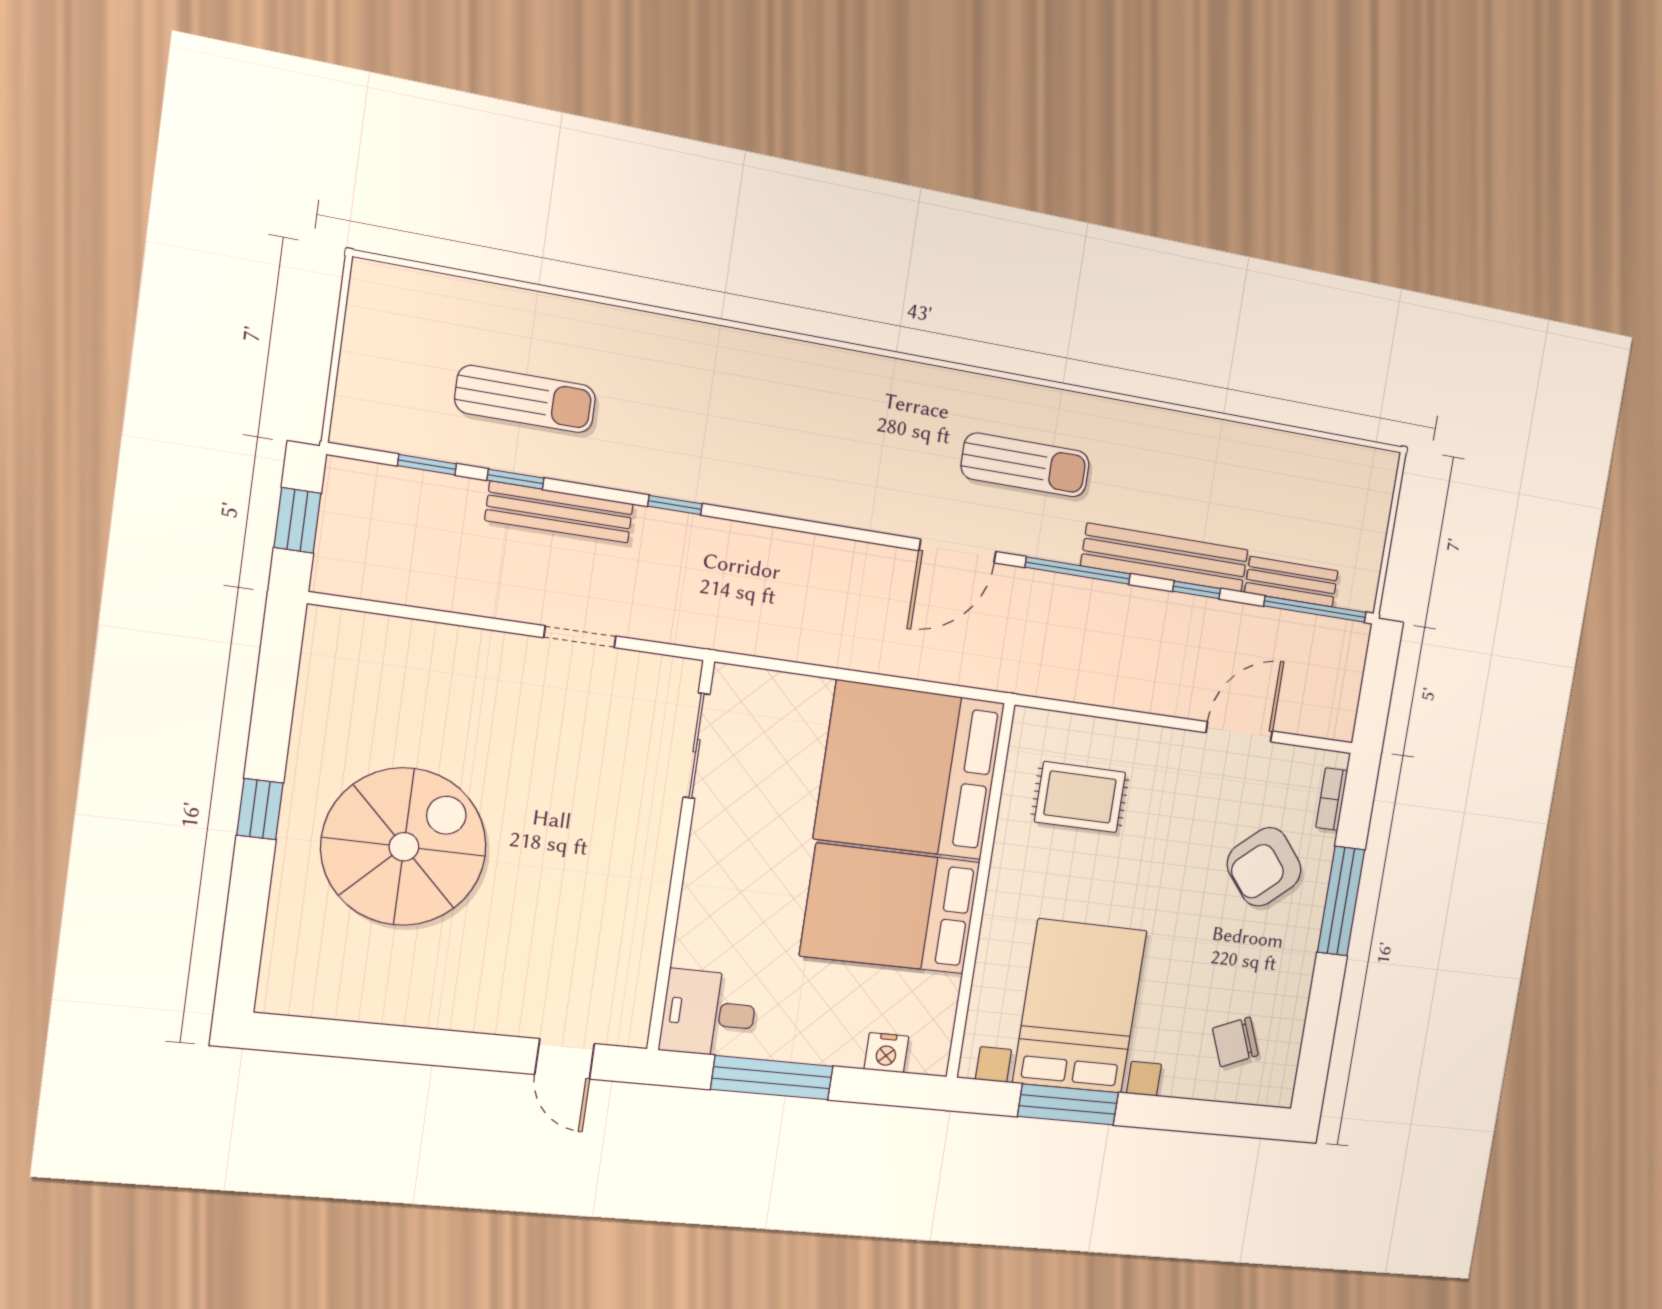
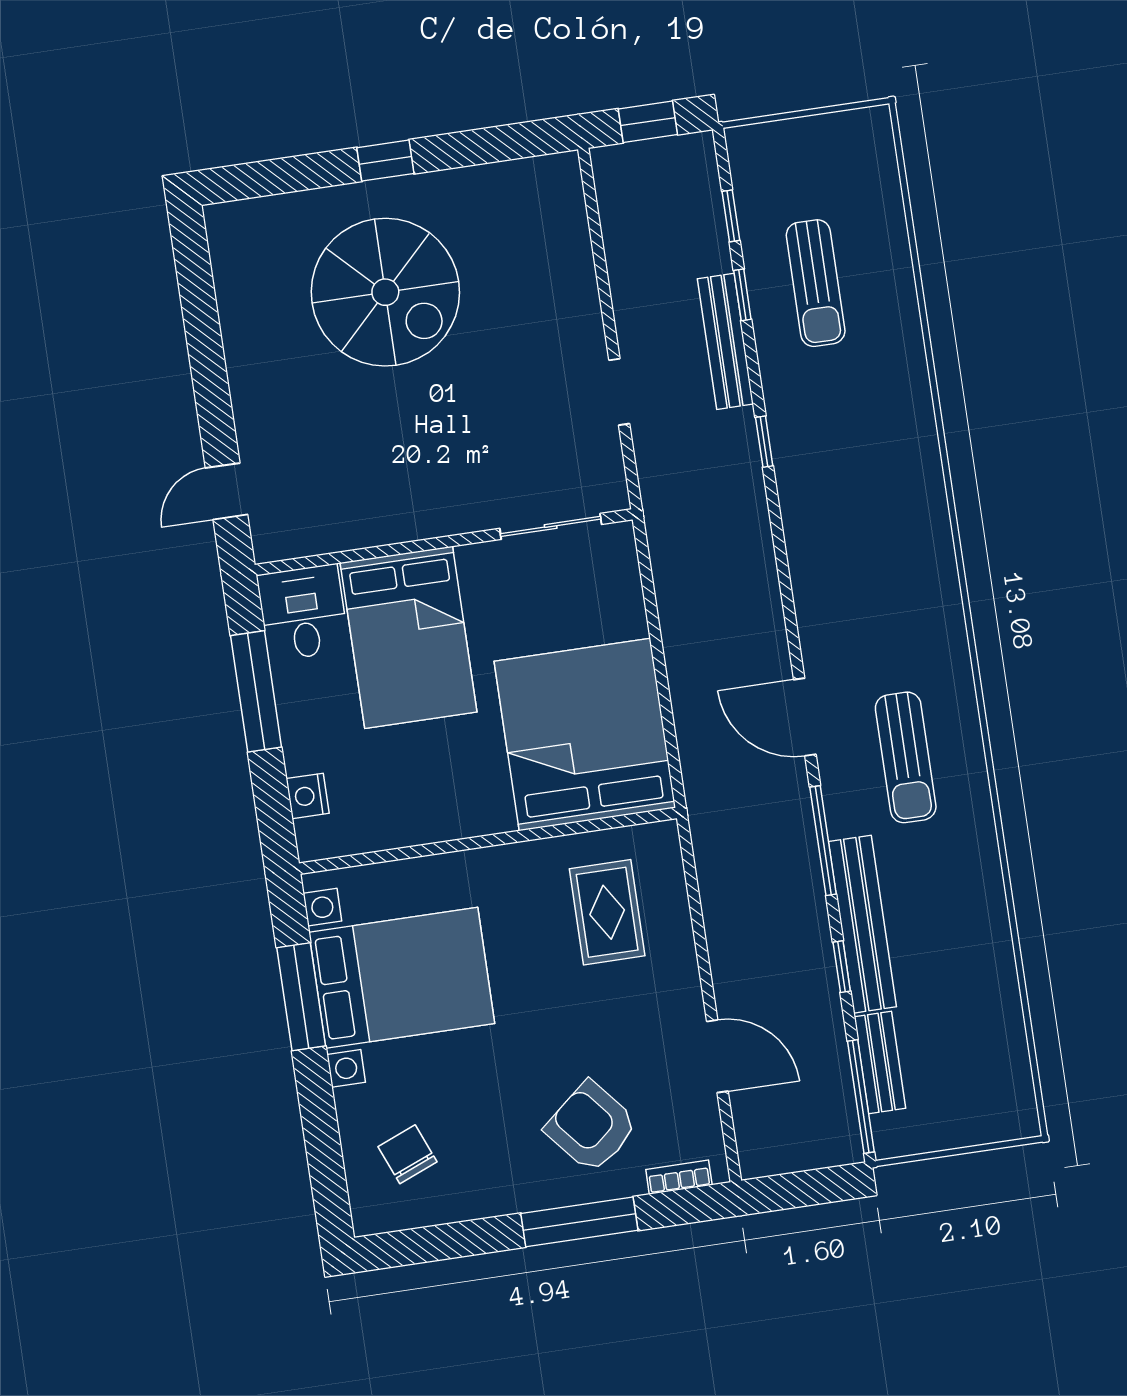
bed: (890, 909) -> (409, 637), moved, turned 180

